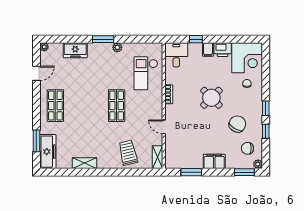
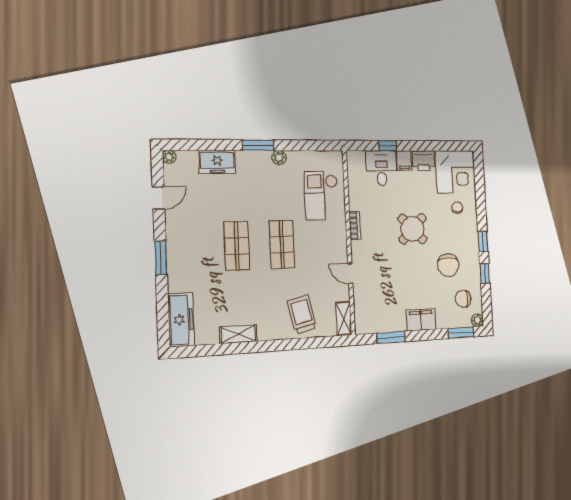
desk: (176, 55) -> (381, 168), moved
shop shelf: (55, 106) -> (237, 246), moved
chair: (237, 124) -> (448, 265), turned 150
window: (36, 141) -> (161, 258), moved

